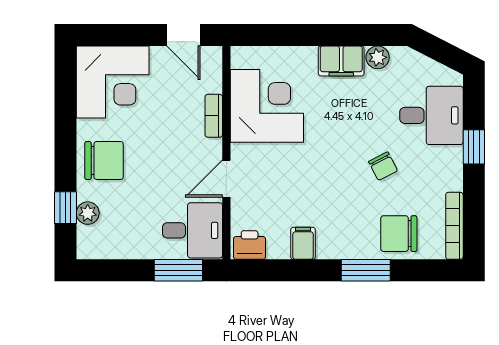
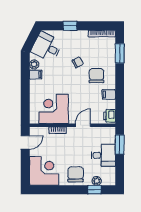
filing cabinet: (341, 61) -> (36, 74), width x0.50
desk: (431, 115) -> (47, 47), moved, turned -63
door: (226, 179) -> (83, 125), swing flipped
desk: (193, 230) -> (103, 155), moved, turned 90
chair: (399, 234) -> (96, 76), moved, turned 180
window: (366, 270) -> (120, 53), moved

